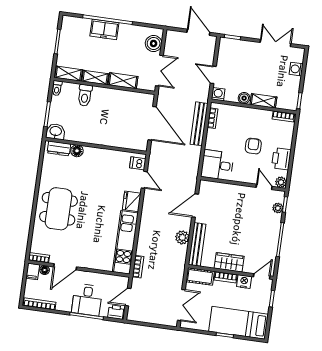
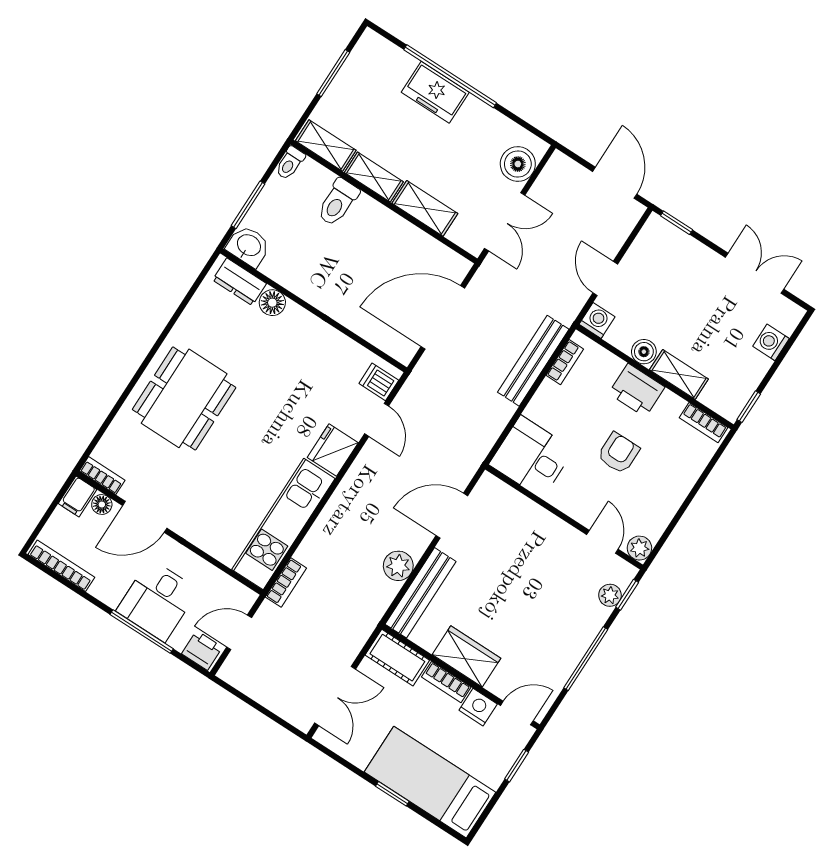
door: (152, 123) -> (443, 317), swing flipped
printer: (281, 159) -> (637, 390), moved, turned -90

